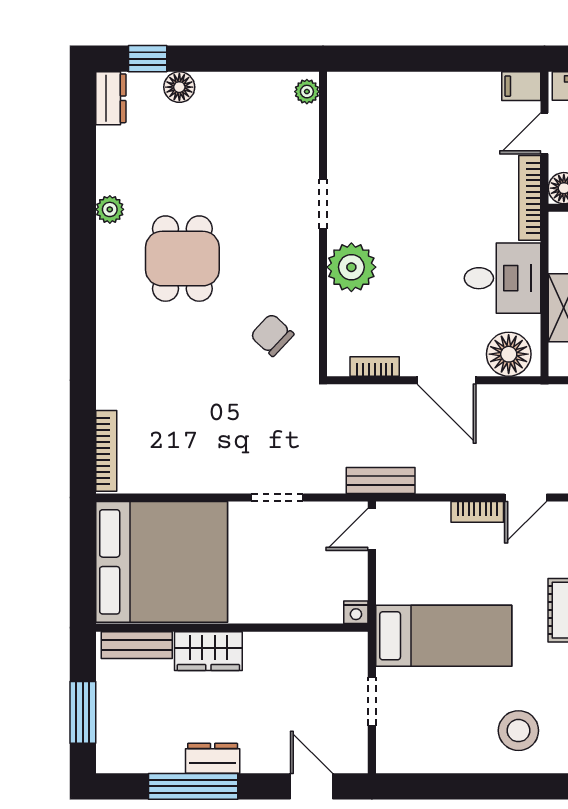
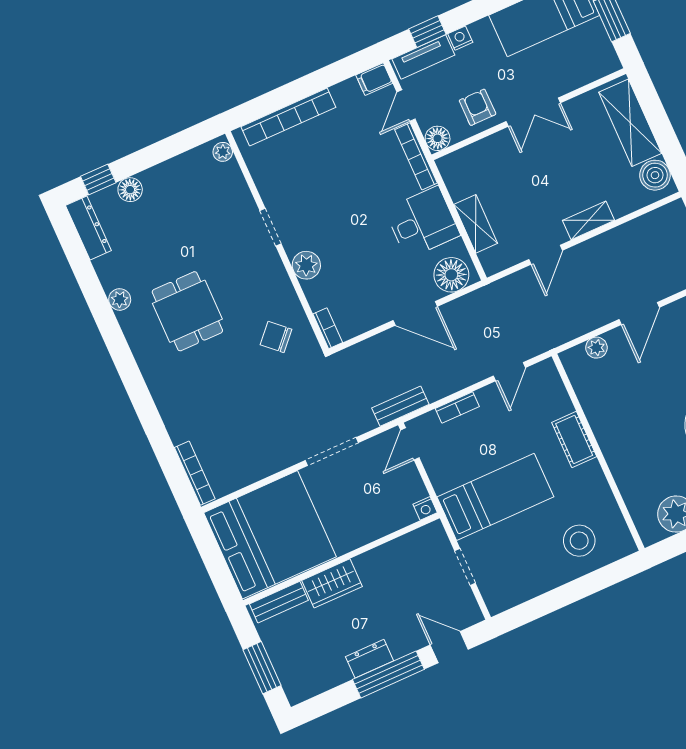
bookcase: (402, 85) -> (288, 117), added
dresser: (111, 98) -> (88, 228), width x1.44
plant: (351, 267) -> (306, 265), width x0.73, depth x0.73
bookcase: (375, 367) -> (328, 328), moved, turned 90
doorway: (277, 497) -> (332, 452), width x1.38
bookcase: (477, 512) -> (457, 408), moved
window: (193, 786) -> (388, 674), moved

